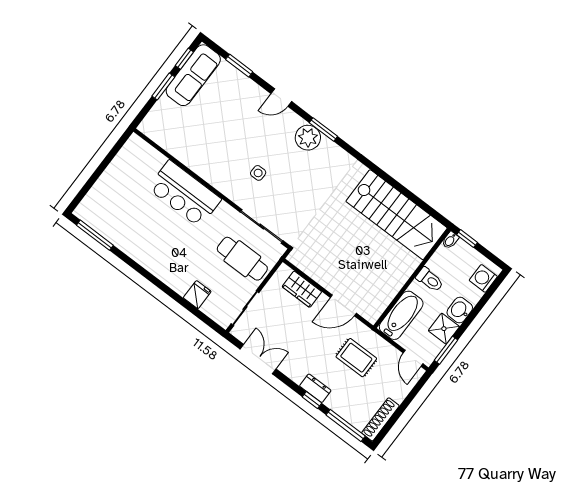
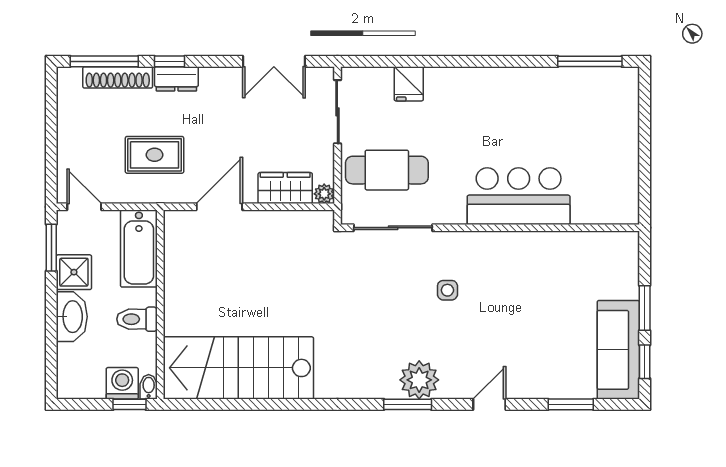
plant: (284, 271) -> (324, 194), added
washing machine: (483, 278) -> (122, 383), moved, turned -90
washbasin: (460, 310) -> (72, 317), width x1.38
shoe rack: (380, 419) -> (118, 77), moved, turned 90

